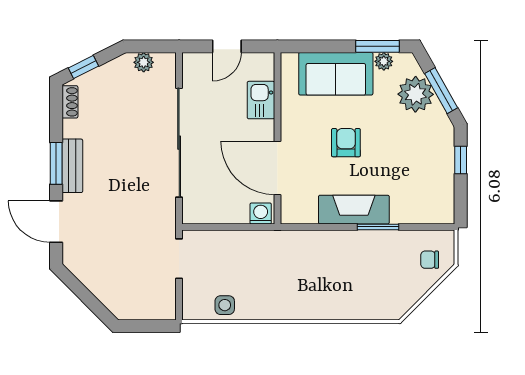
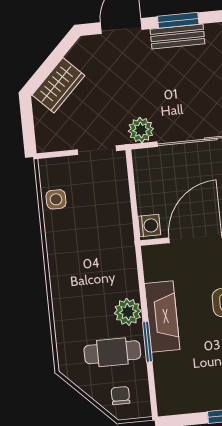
plant: (163, 212) -> (141, 130), added
plant: (346, 244) -> (128, 312), added
cafe table: (385, 264) -> (112, 352), added
wardrobe: (110, 291) -> (58, 85), added

